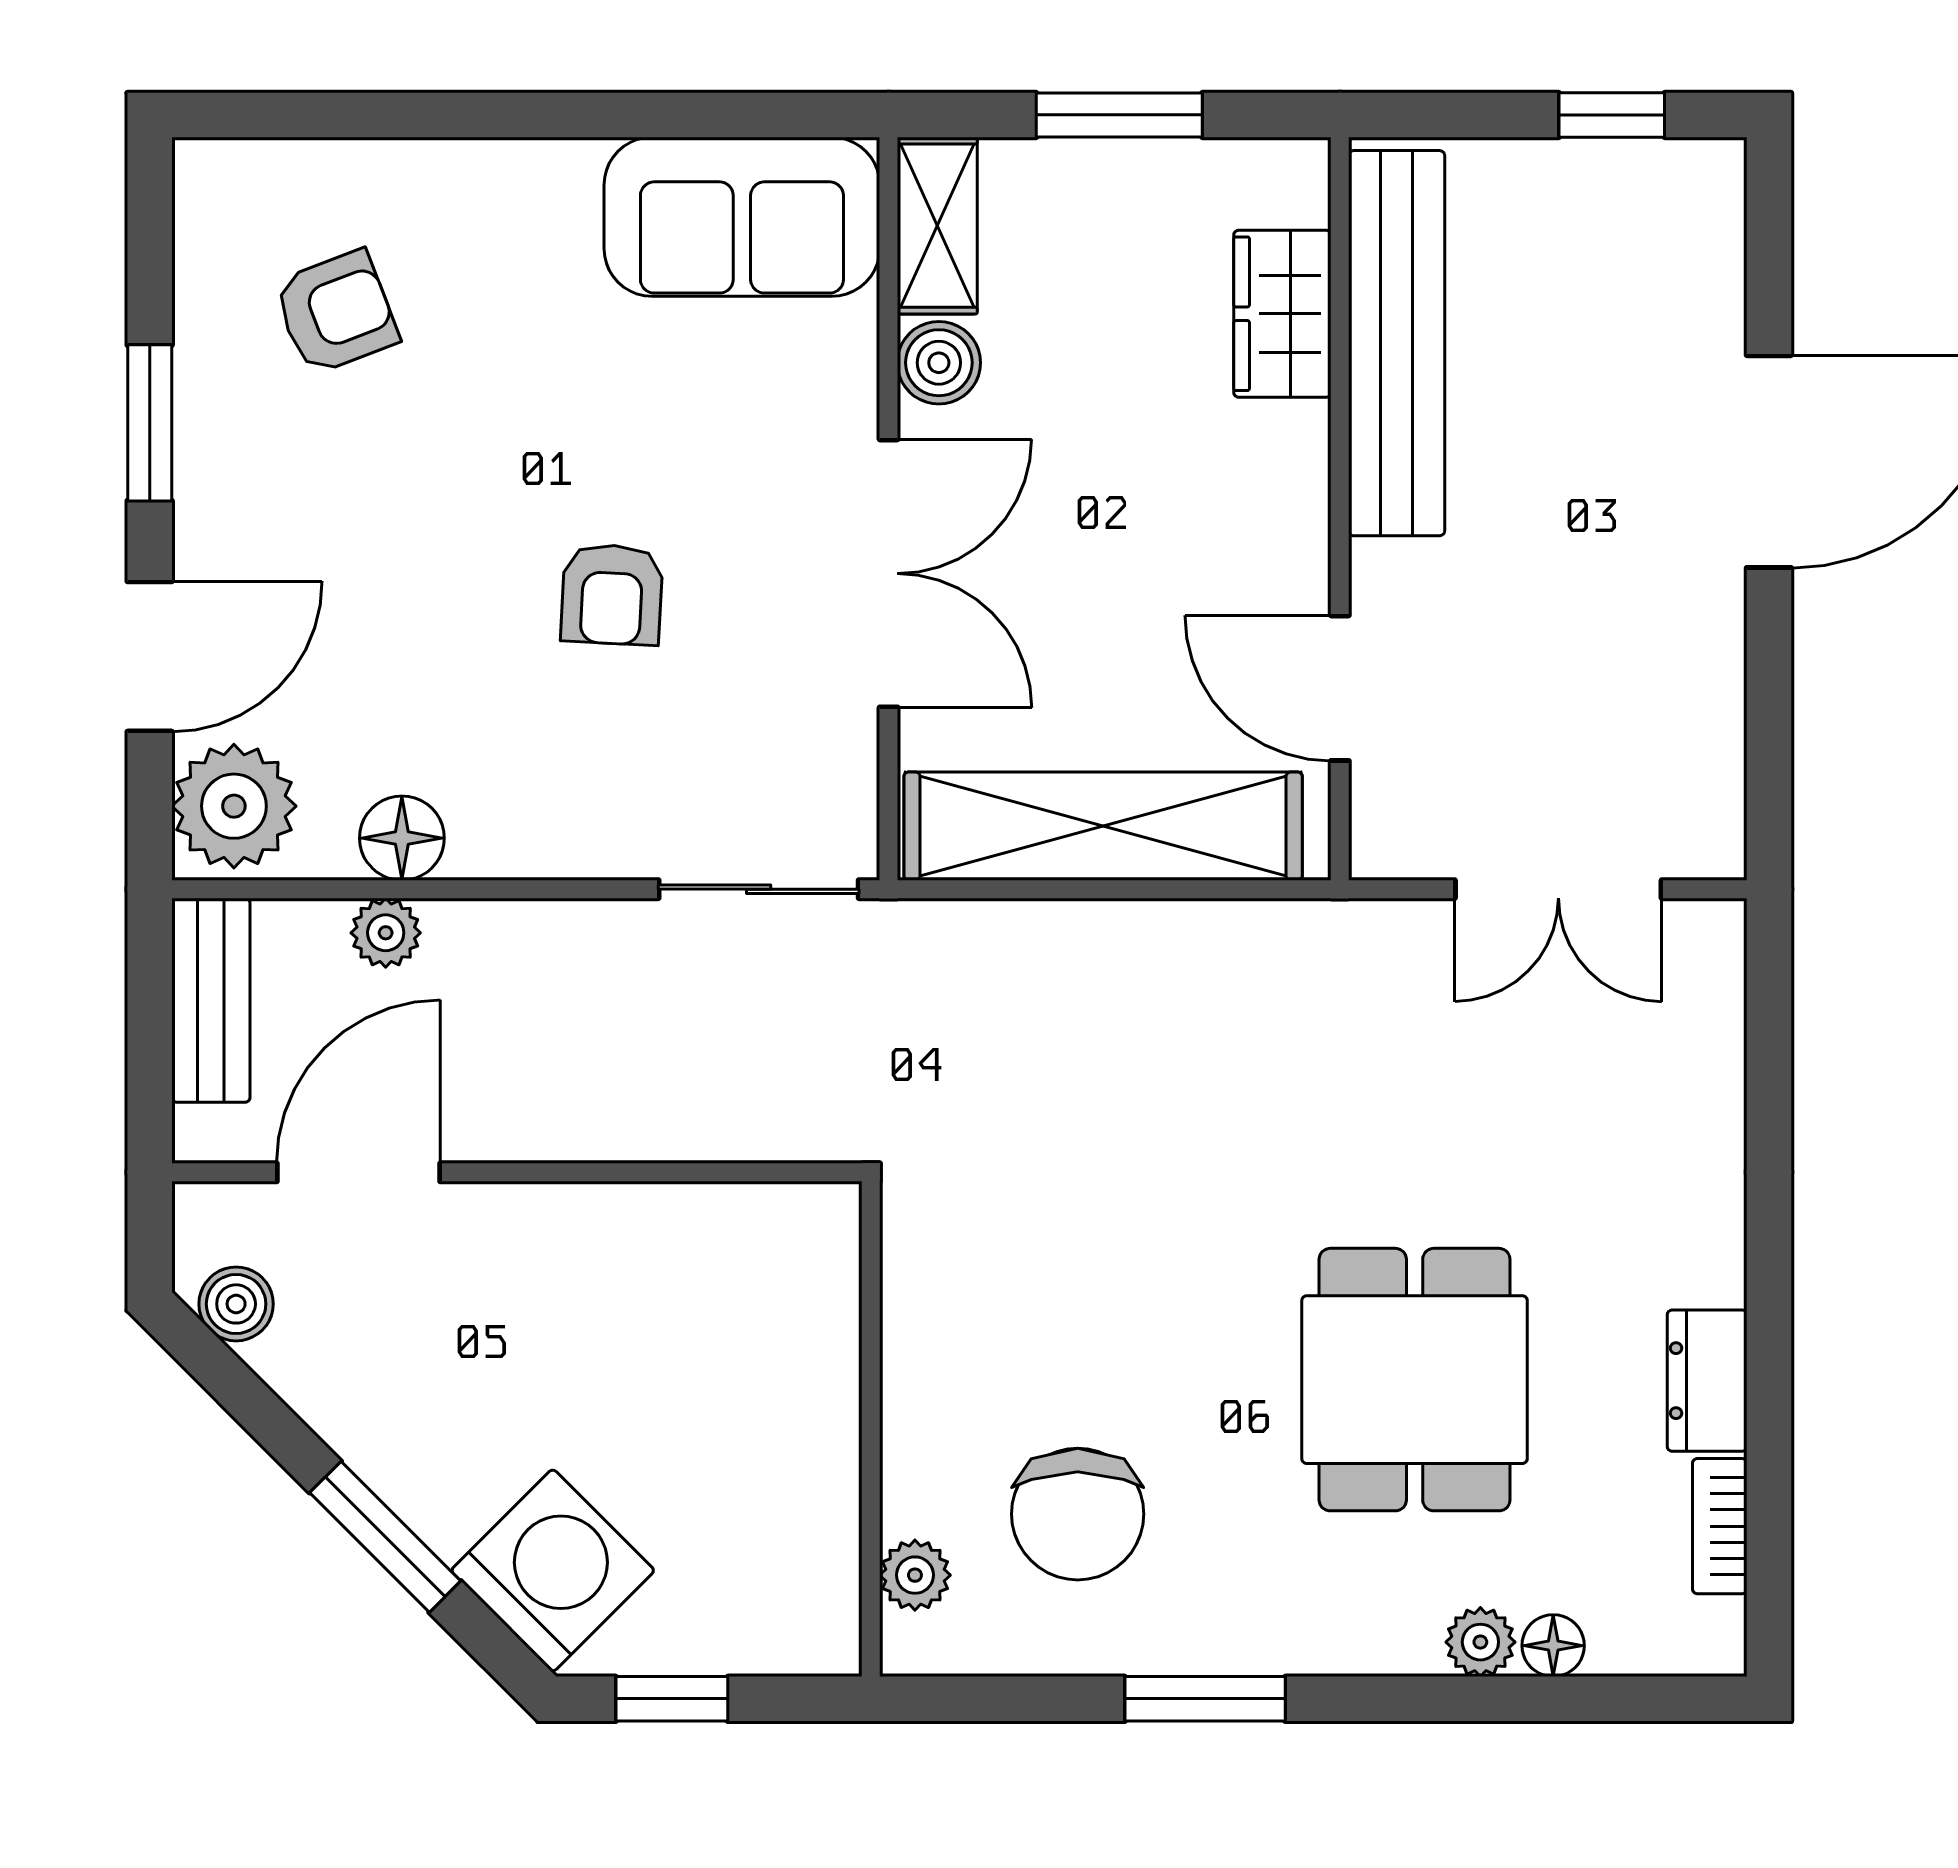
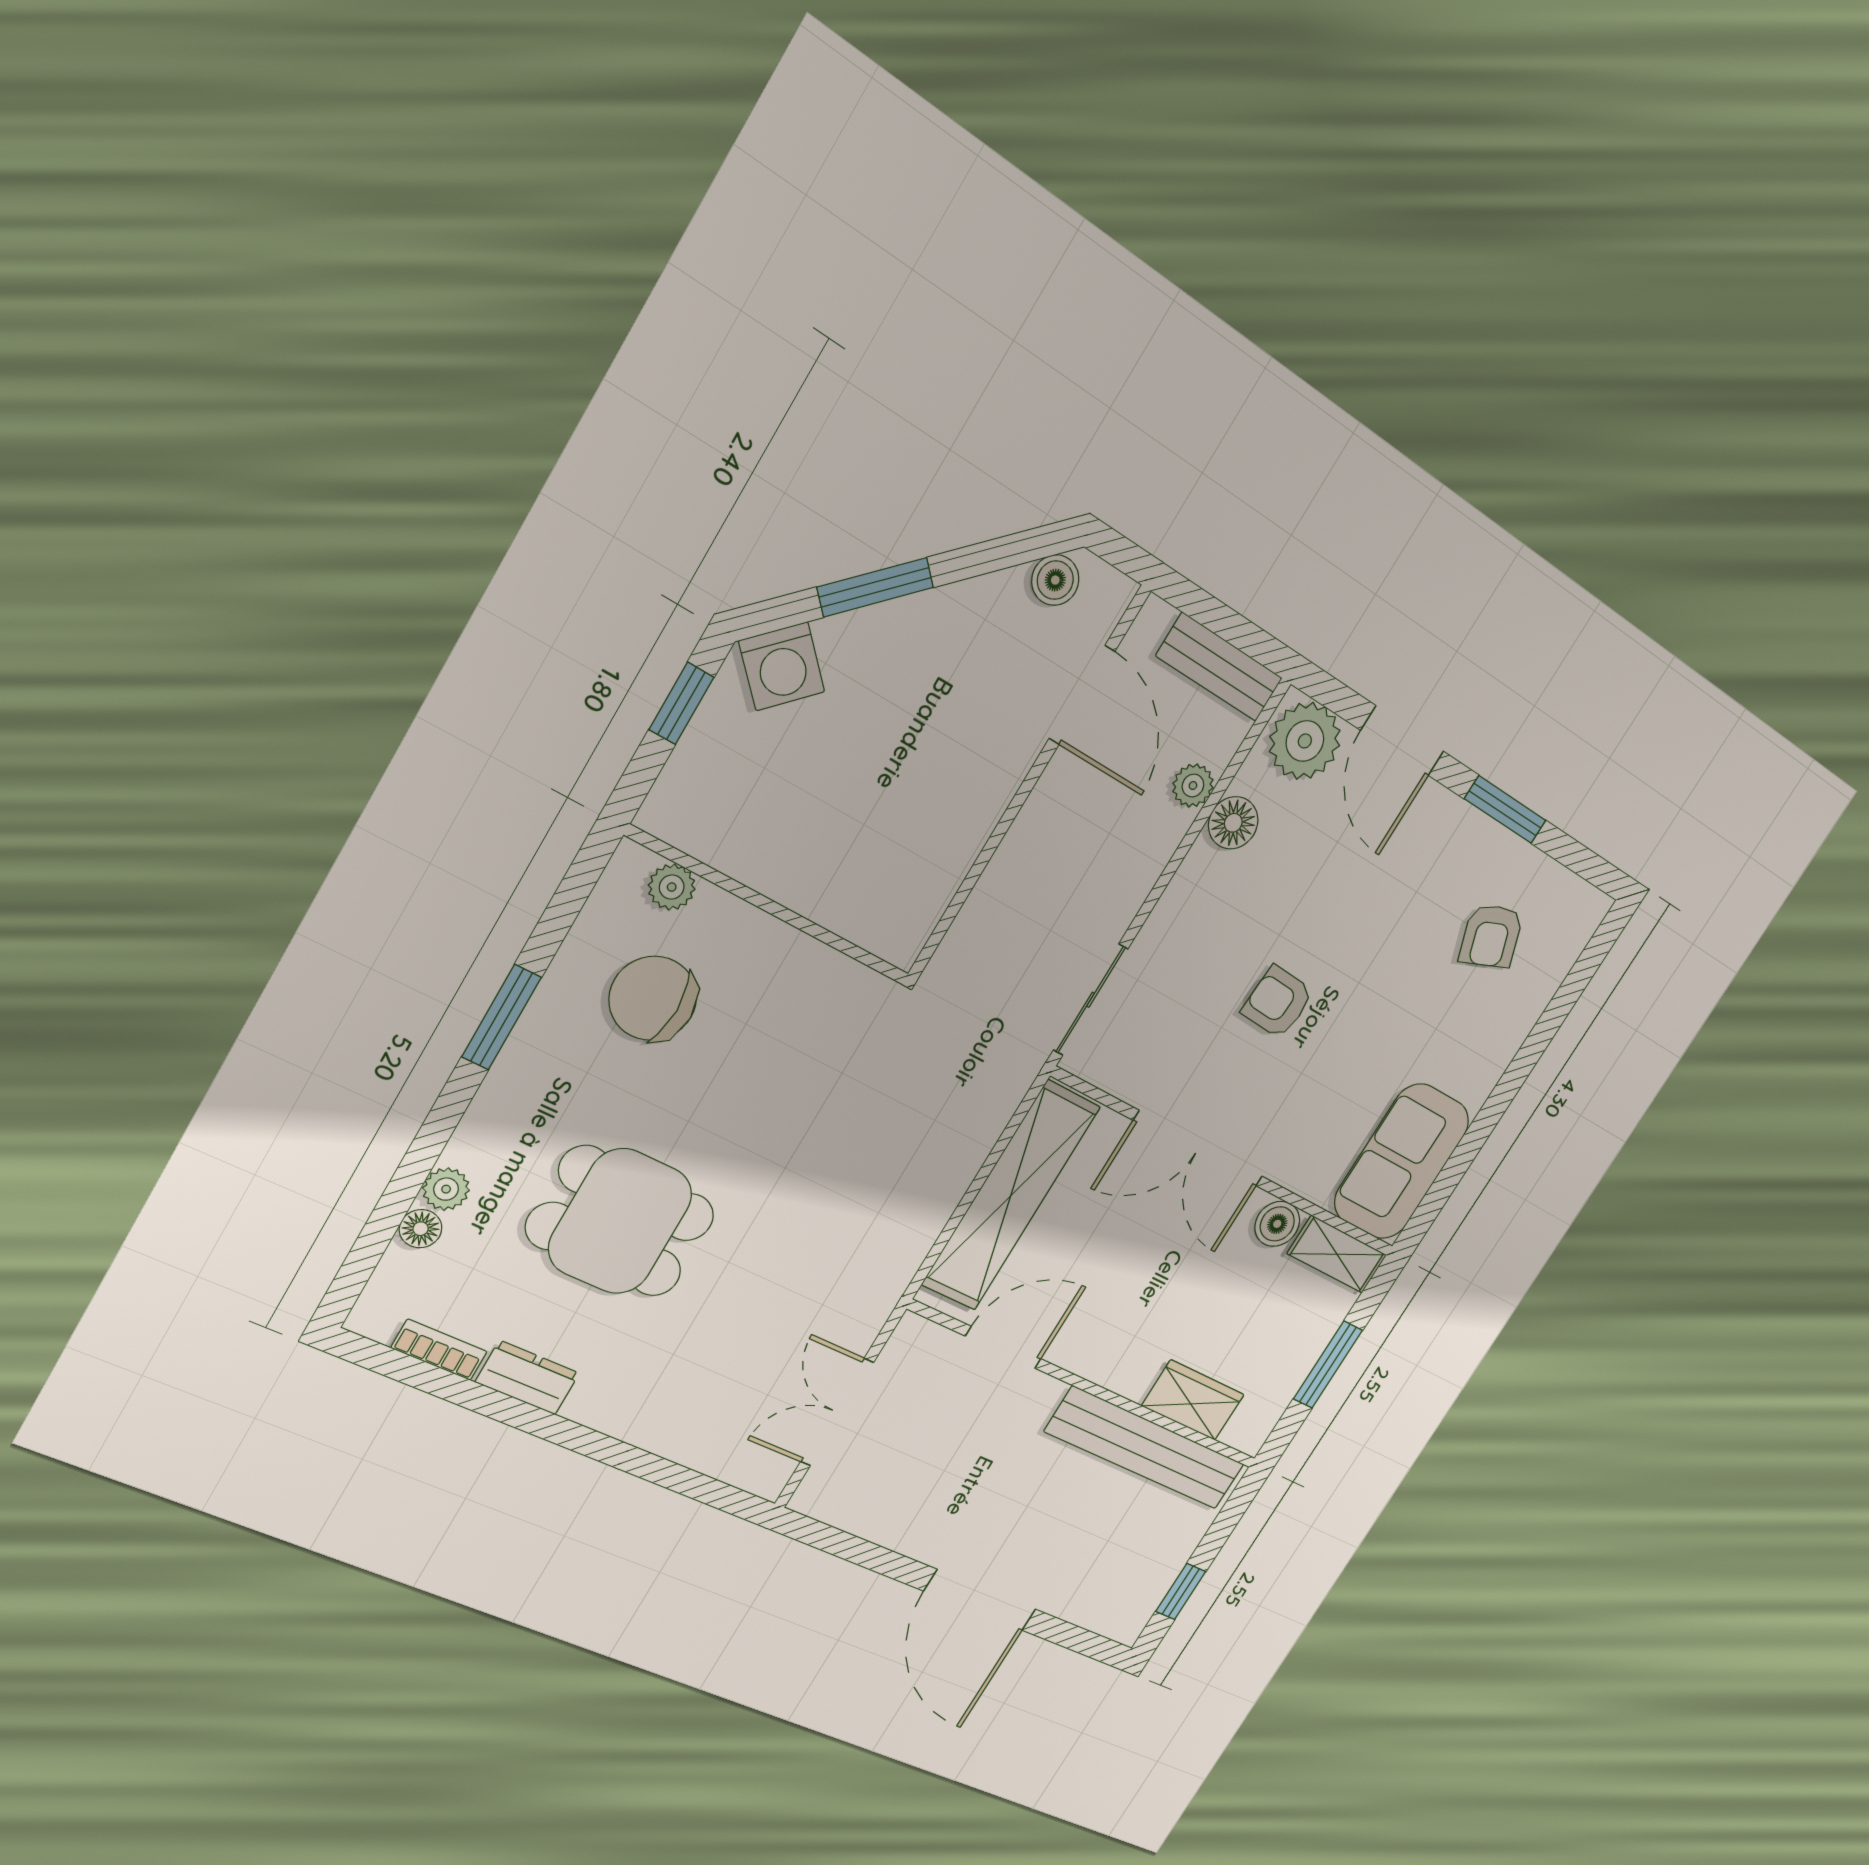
washing machine: (553, 1570) -> (782, 666), width x0.73, depth x0.73

